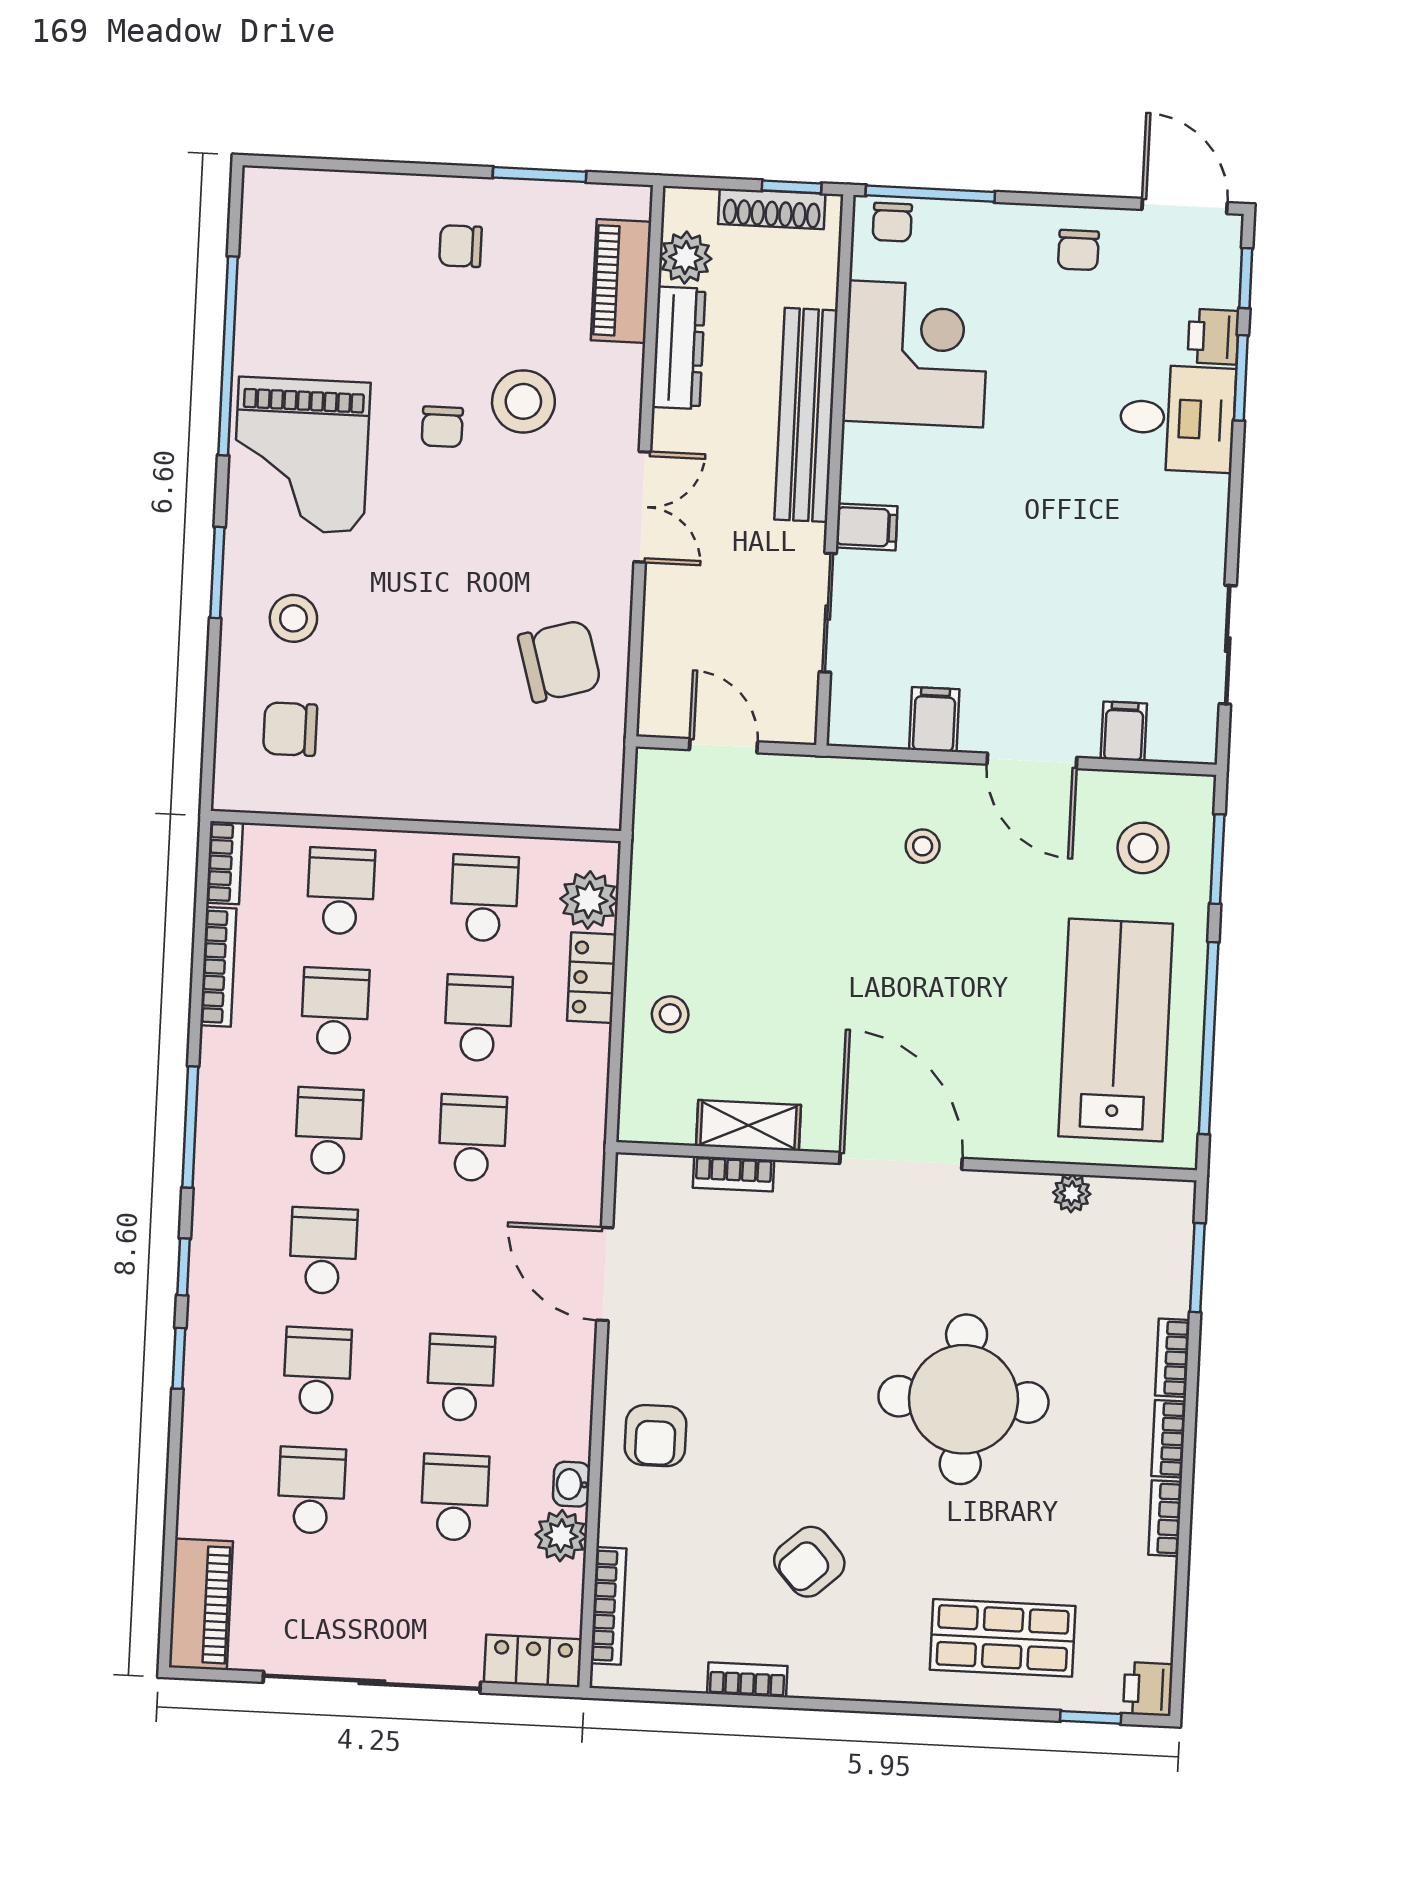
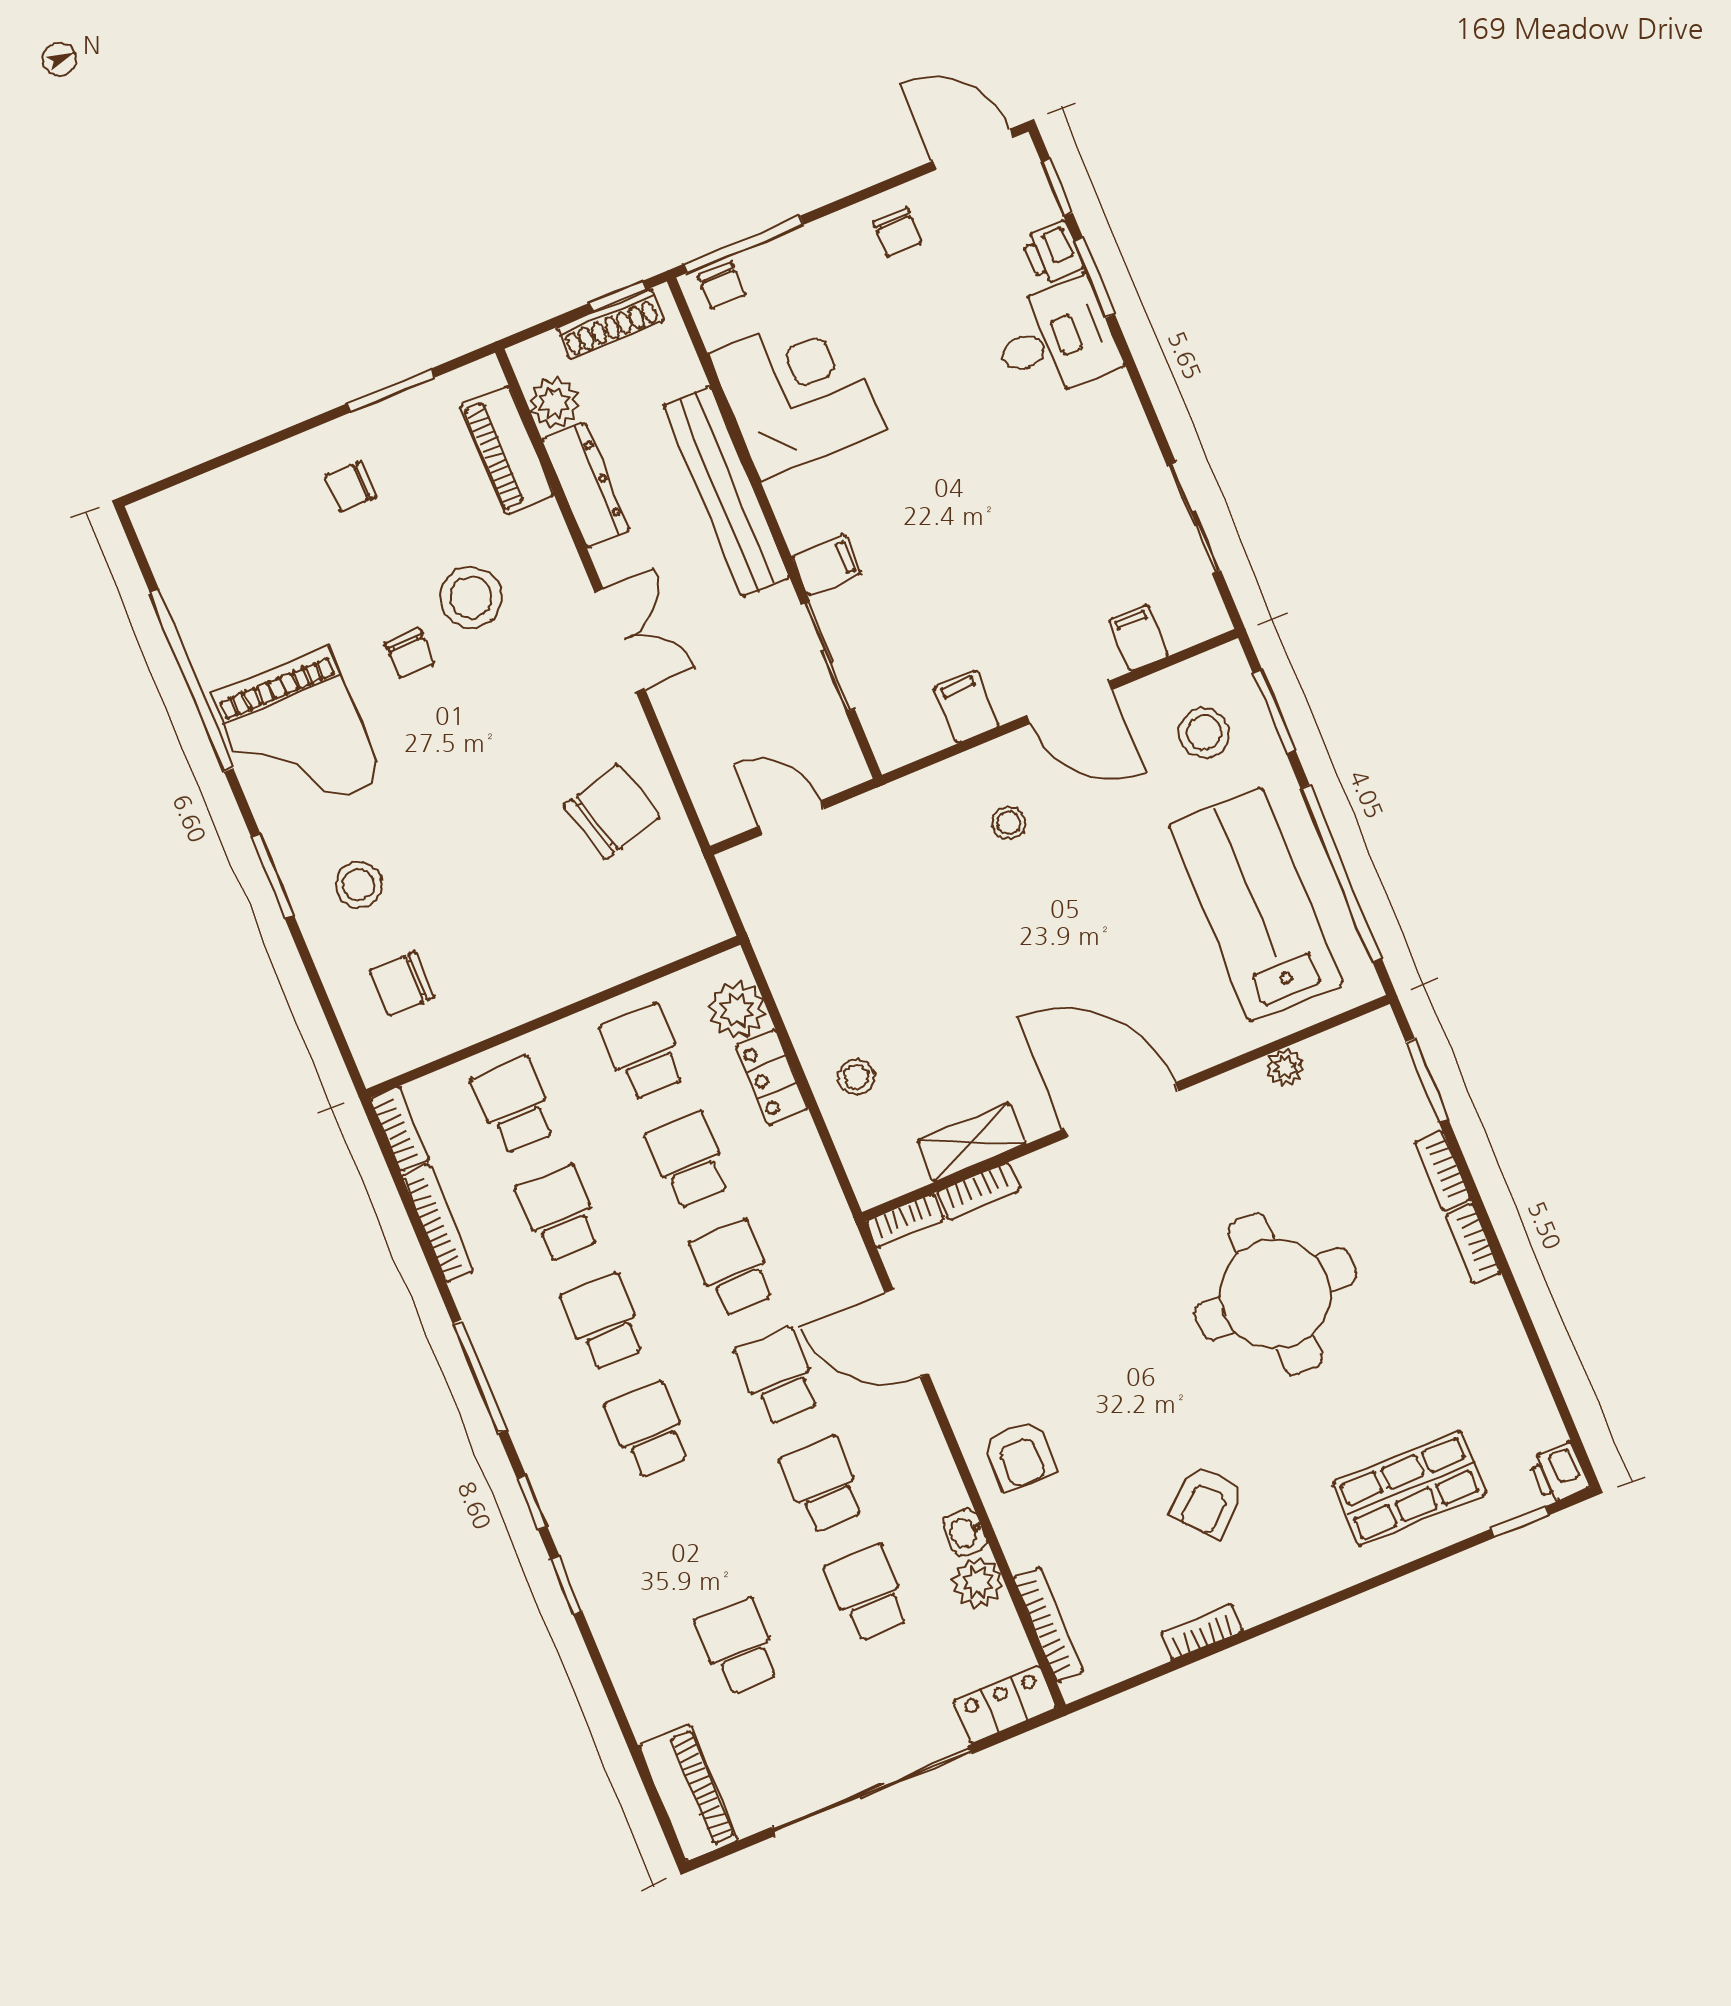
school desk: (317, 1371) -> (778, 1377), moved
bookcase: (1165, 1518) -> (905, 1221), moved, turned -90

